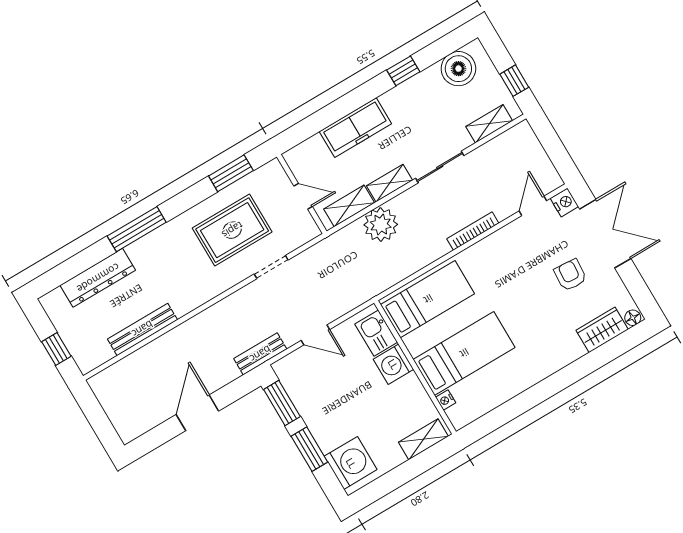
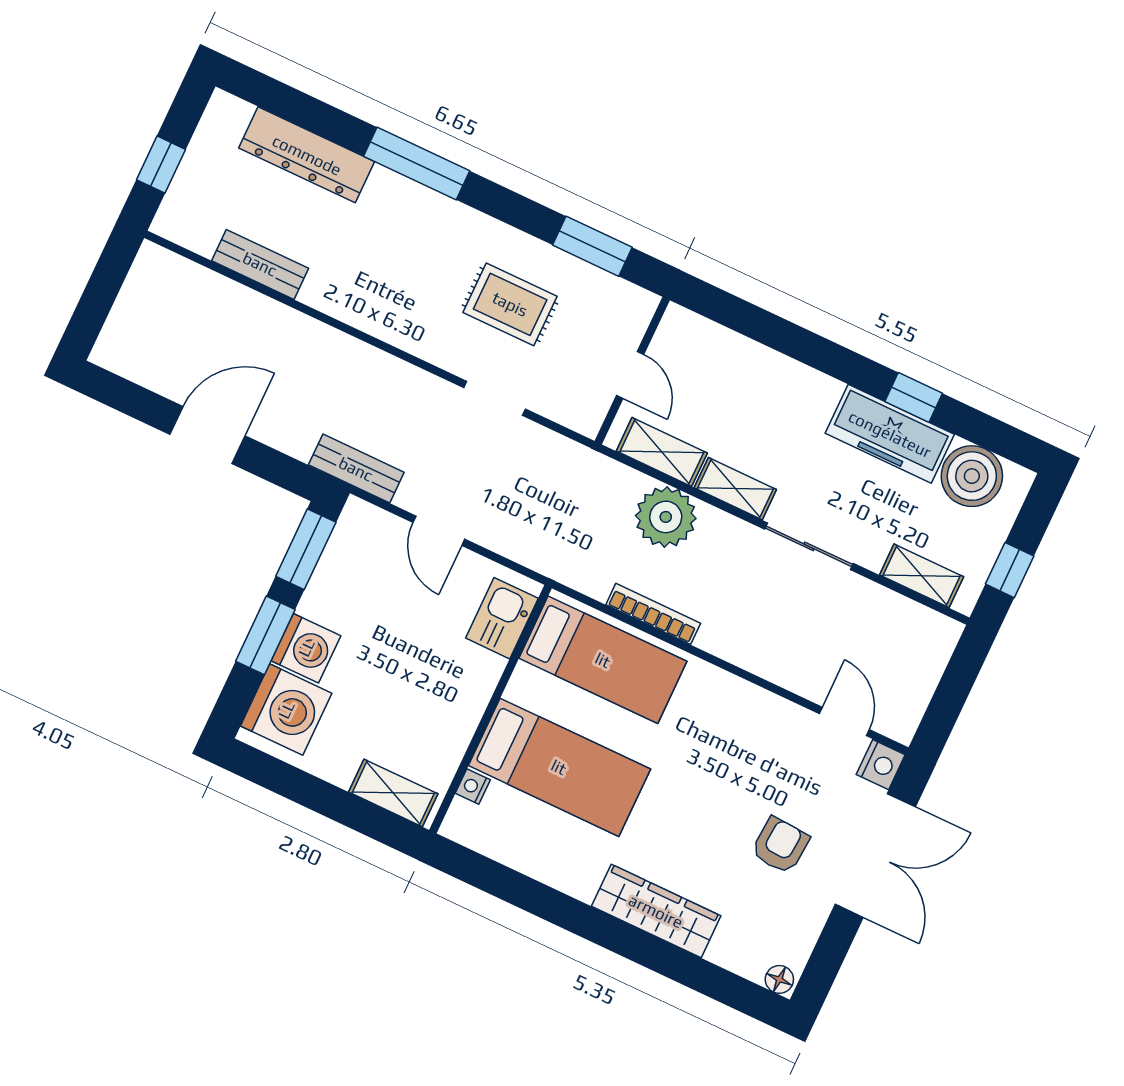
freezer: (355, 128) -> (890, 434), moved
door: (533, 206) -> (844, 722), hinge flipped
rug: (232, 230) -> (510, 304), width x0.73, depth x0.70
bookcase: (473, 231) -> (653, 614), moved
bench: (142, 329) -> (260, 264), width x0.73
wardrobe: (602, 330) -> (656, 911), moved, width x1.50
washing machine: (393, 364) -> (306, 648), moved, turned 180

